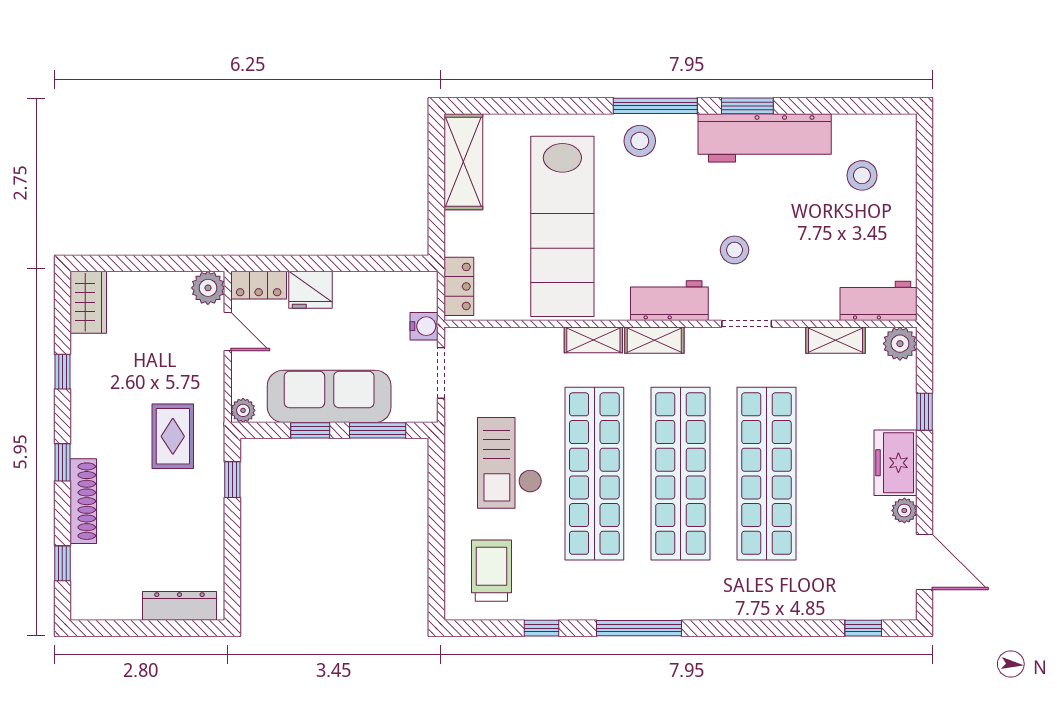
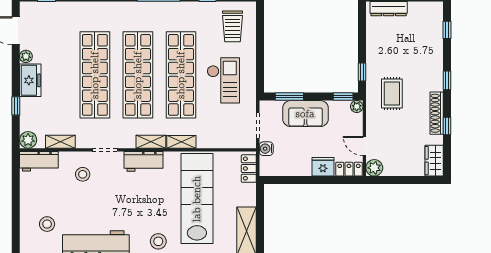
stool: (735, 250) -> (83, 174), moved
sofa: (329, 396) -> (305, 114), width x0.73
window: (310, 430) -> (343, 97), moved
shoe rack: (83, 501) -> (437, 113), moved

